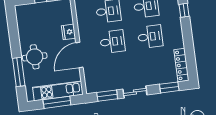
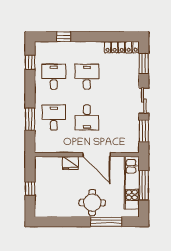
desk: (112, 42) -> (87, 118), turned 180

